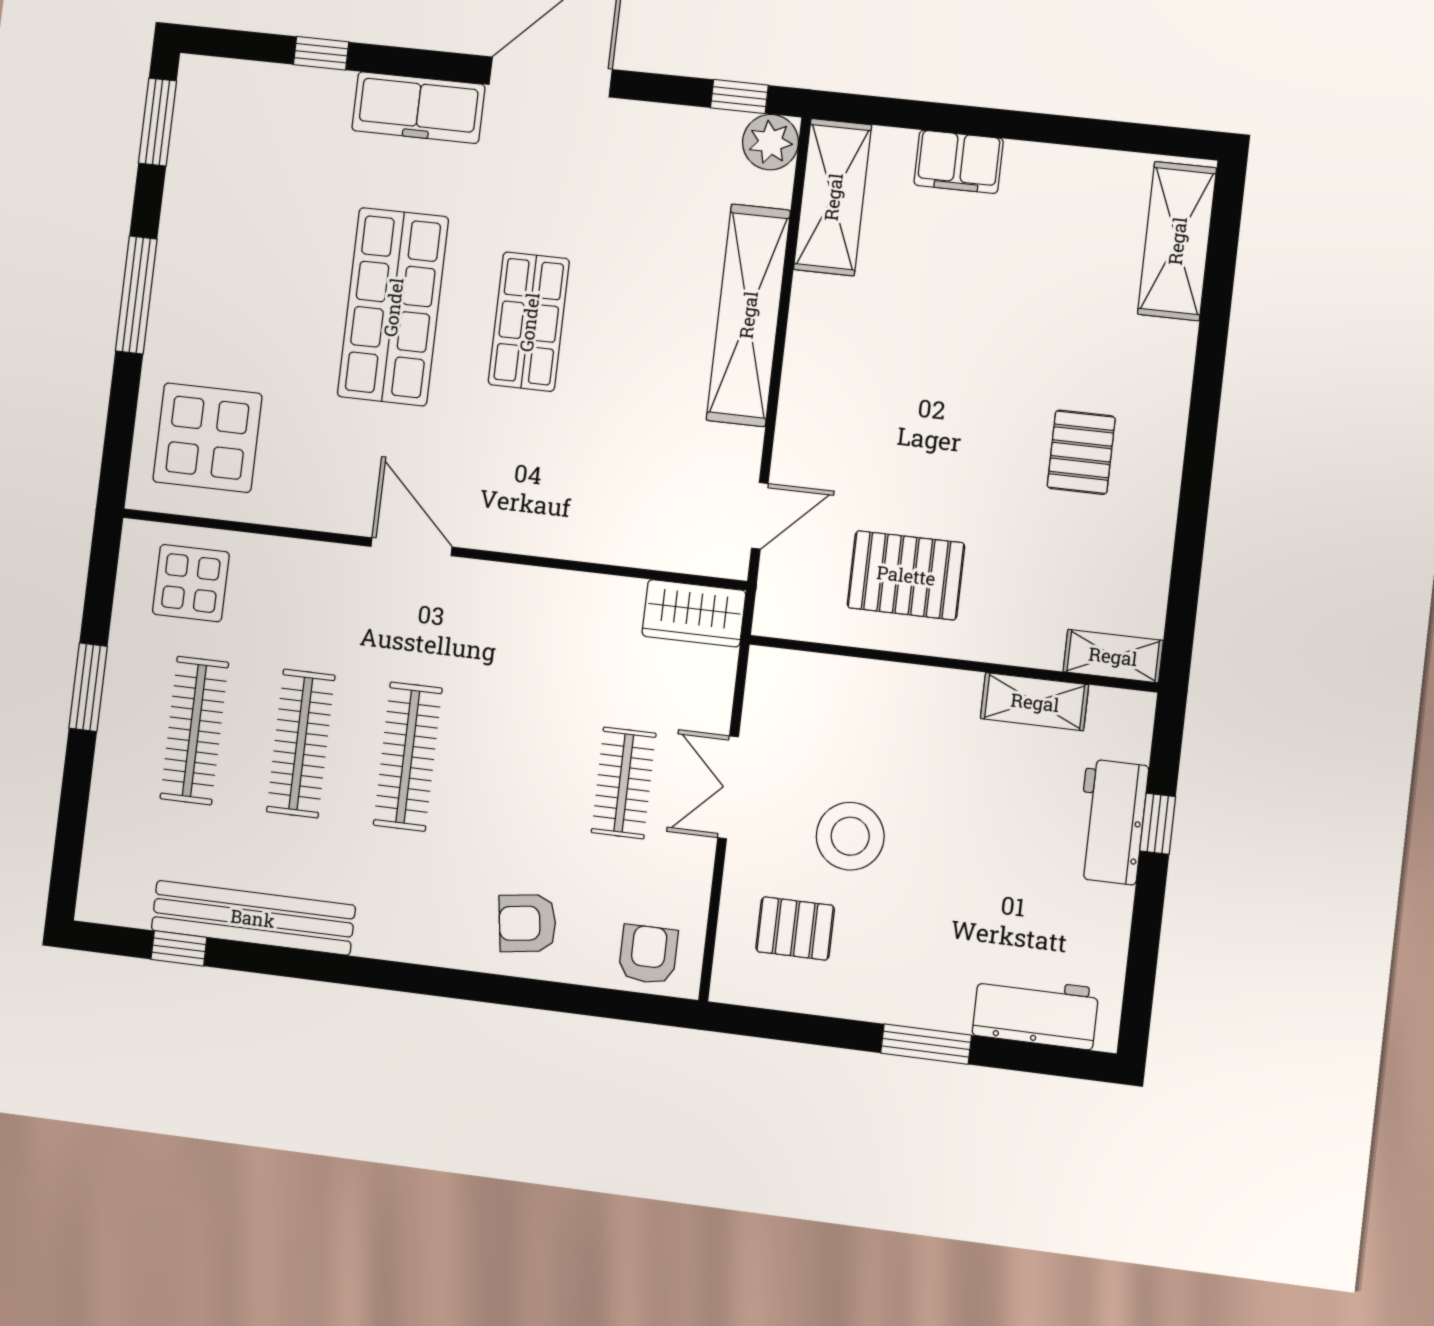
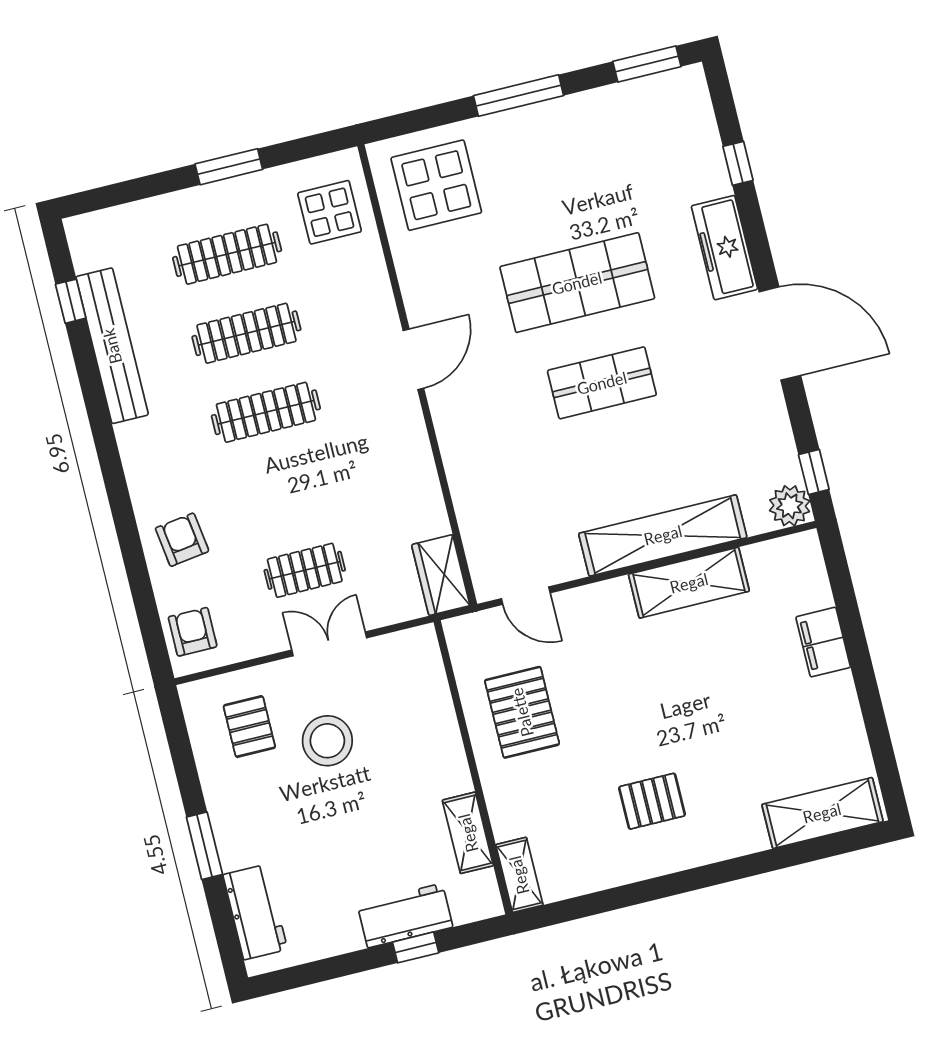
shelving: (833, 197) -> (689, 583), moved
armchair: (648, 954) -> (193, 632), turned -90

